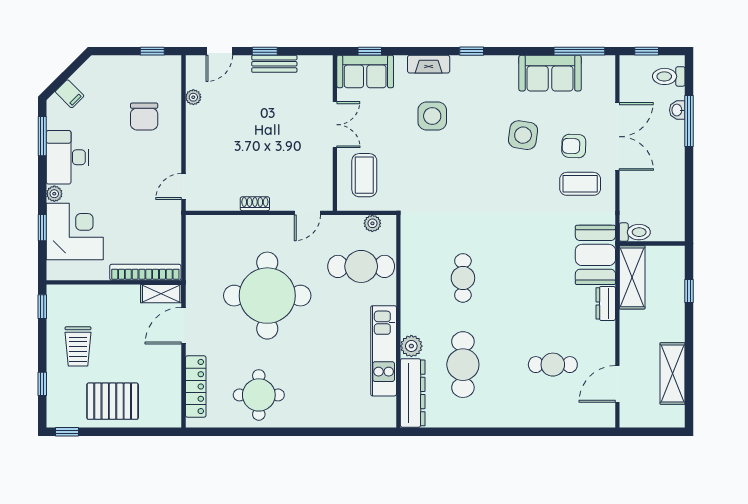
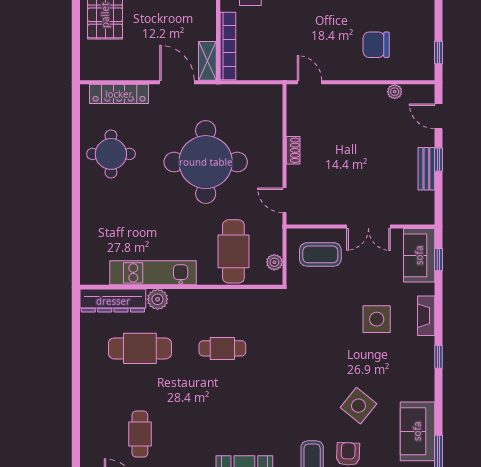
side table: (523, 135) -> (358, 406), turned 31

